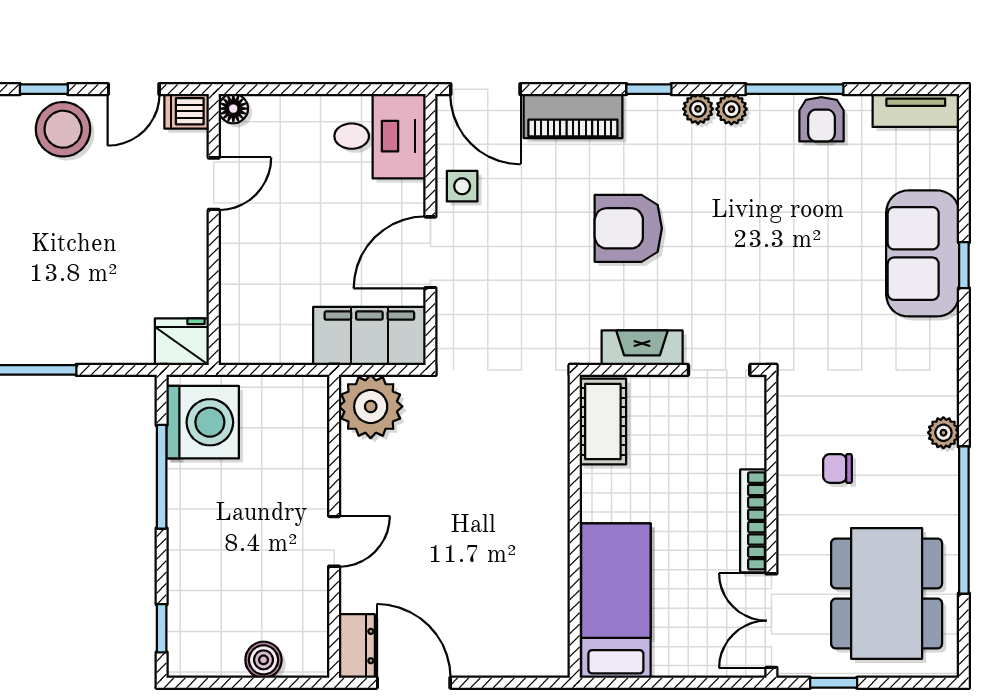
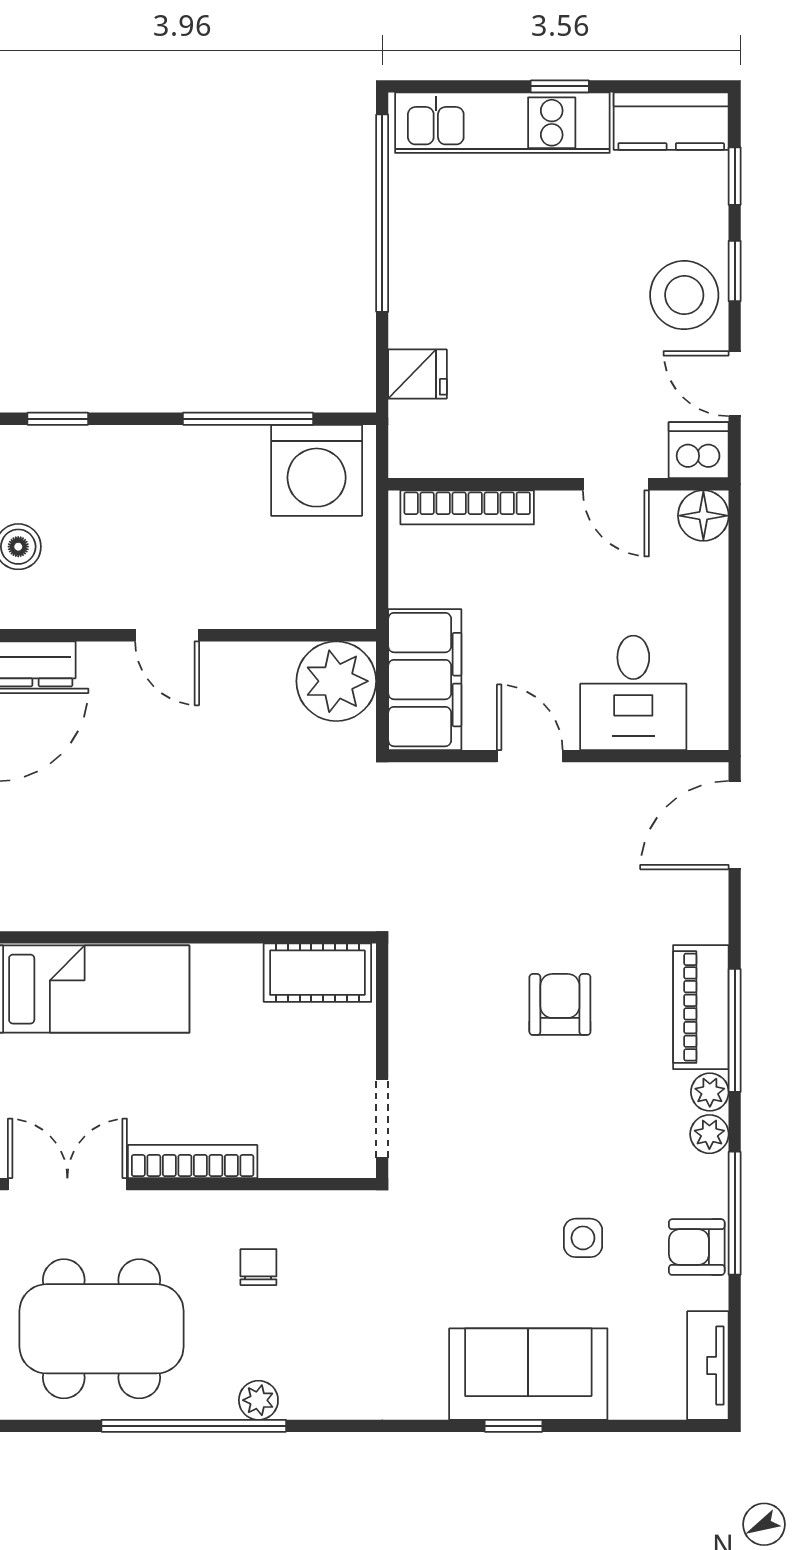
window: (649, 89) -> (735, 1030), width x2.17
floor lamp: (233, 109) -> (703, 516), width x1.37, depth x1.37
dishwasher: (187, 111) -> (699, 450), width x1.38
piano: (573, 116) -> (701, 1007), moved
desk: (380, 136) -> (633, 693), moved
side table: (462, 186) -> (583, 1238), moved
armchair: (628, 228) -> (560, 1004), width x0.72, depth x0.72
door: (430, 252) -> (530, 756), width x0.73
bookcase: (232, 302) -> (467, 507), added
fridge: (182, 342) -> (418, 374), moved, width x0.72
fireplace: (642, 348) -> (410, 1022), removed
plant: (943, 433) -> (258, 1400), moved

